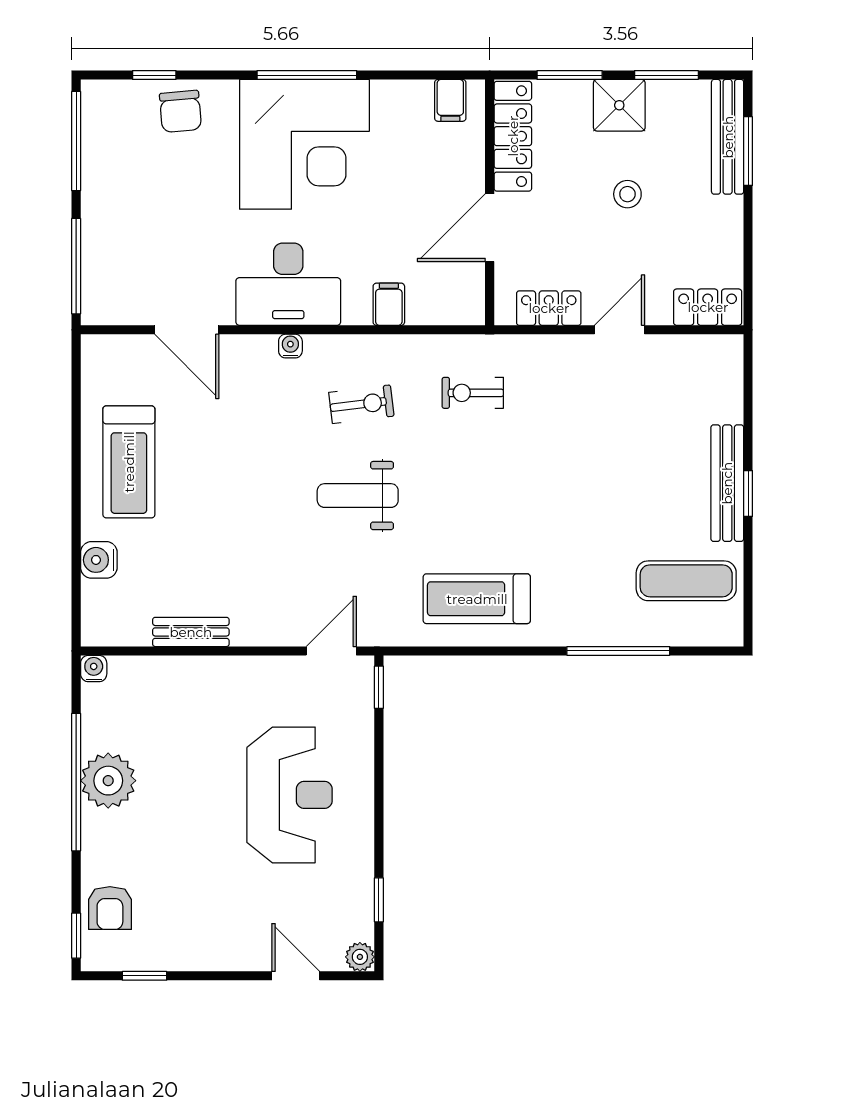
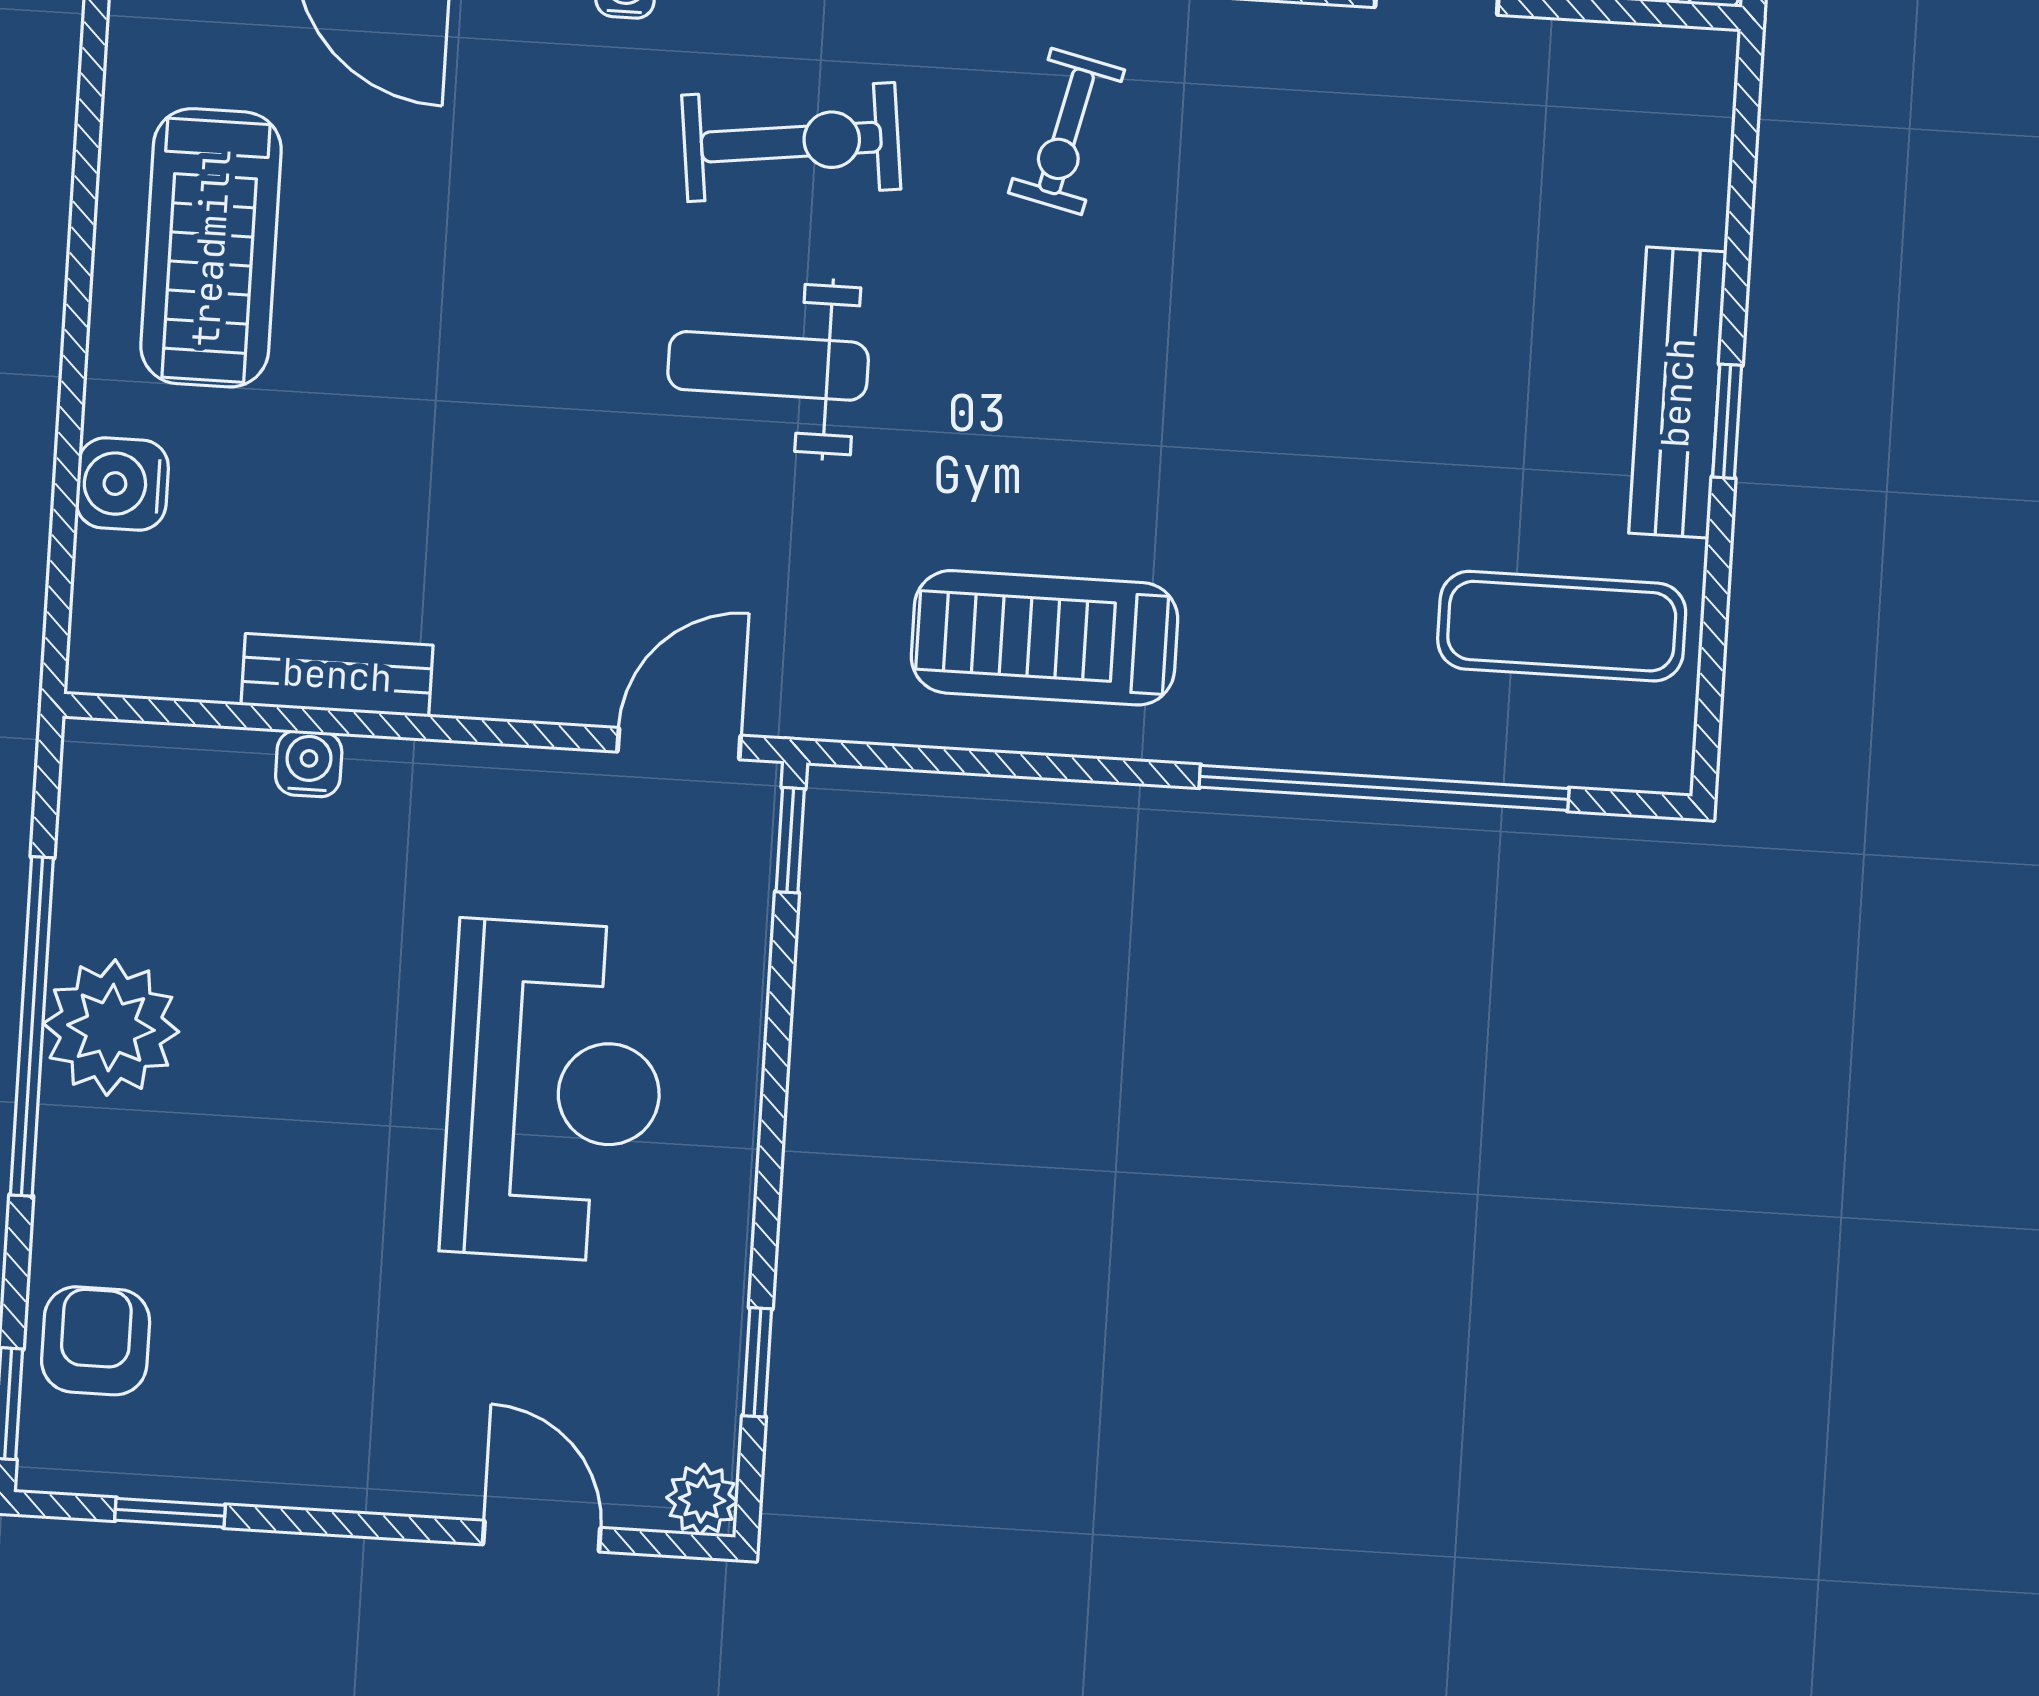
exercise bike: (473, 393) -> (1066, 131), turned -77
exercise bike: (361, 404) -> (791, 142), width x1.38, depth x1.39
window: (618, 651) -> (1384, 788), width x1.46
water cooler: (94, 669) -> (309, 764), moved
armchair: (110, 908) -> (96, 1341), turned 180

